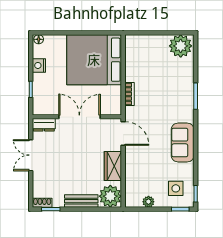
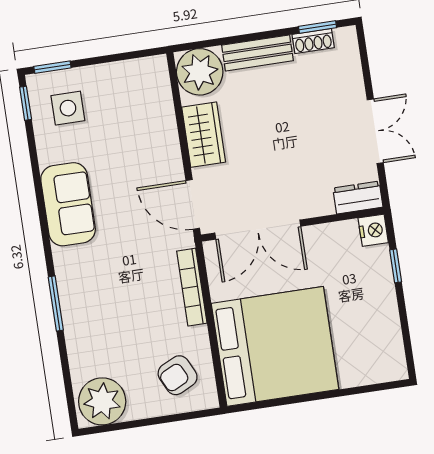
floor lamp: (39, 39) -> (395, 371), removed
armchair: (143, 53) -> (178, 375), added
nightstand: (39, 65) -> (373, 230), moved
bookcase: (130, 94) -> (192, 287), width x1.56
double door: (79, 117) -> (258, 230), moved
plant: (148, 202) -> (120, 72), removed
shoe rack: (42, 203) -> (313, 41), moved

